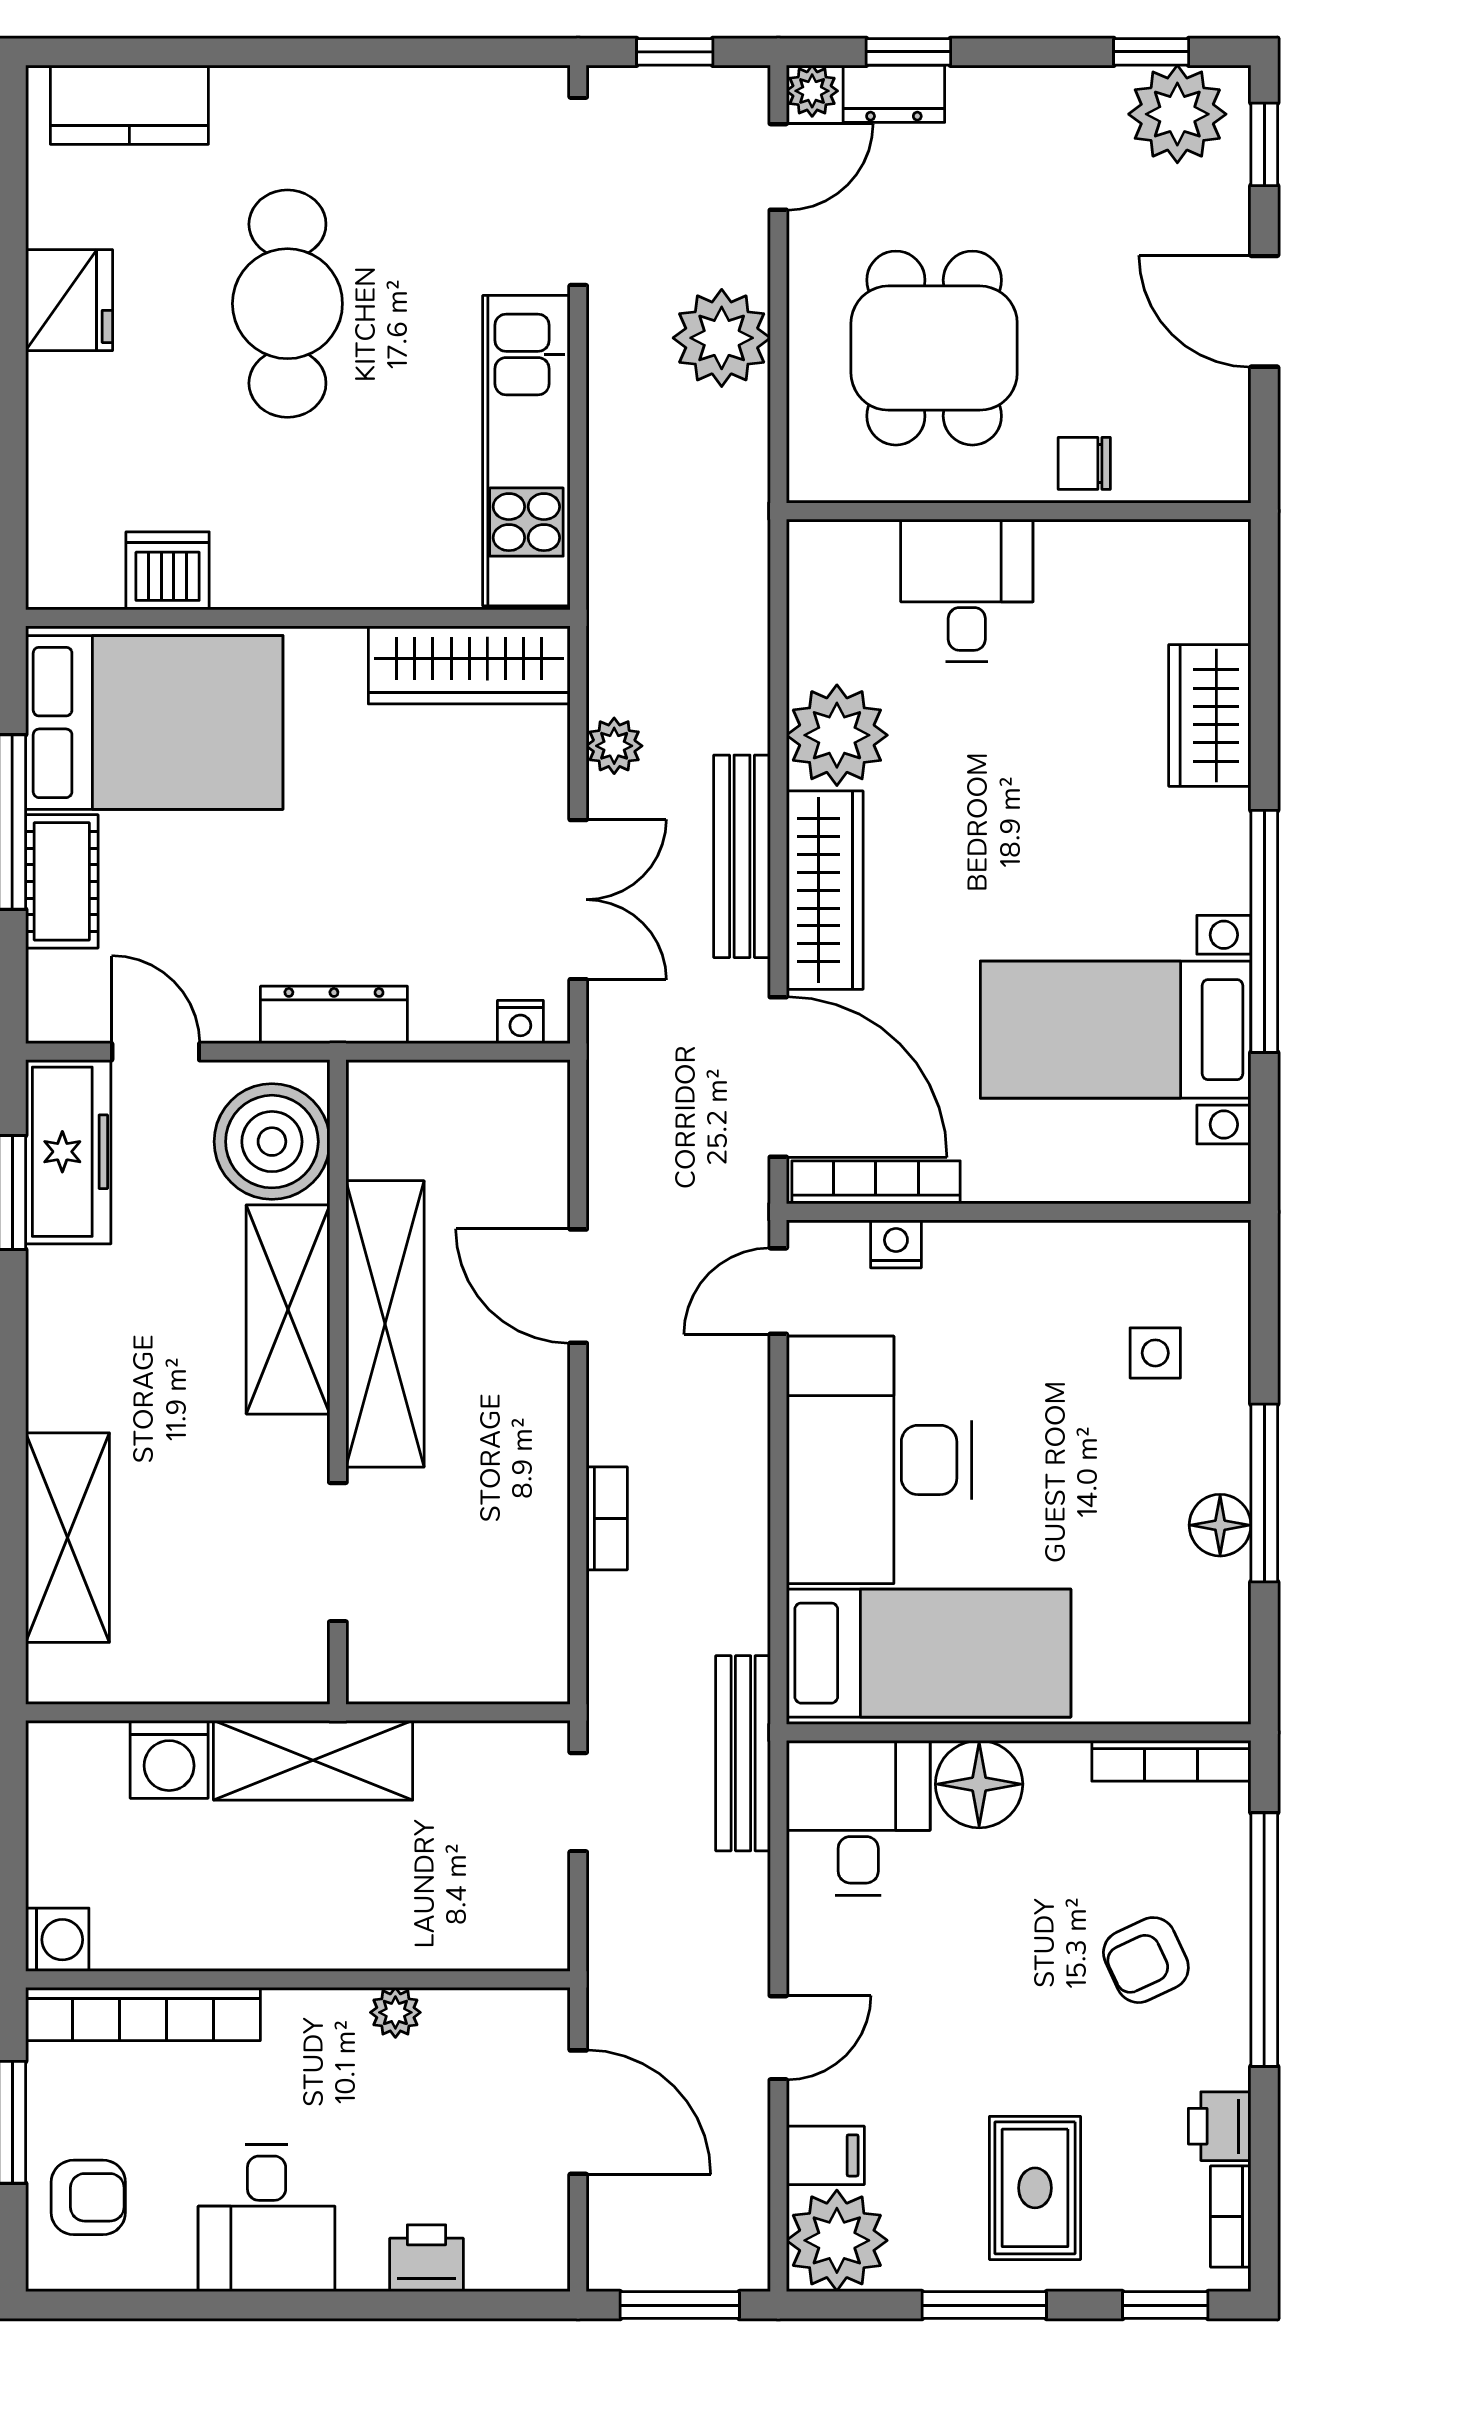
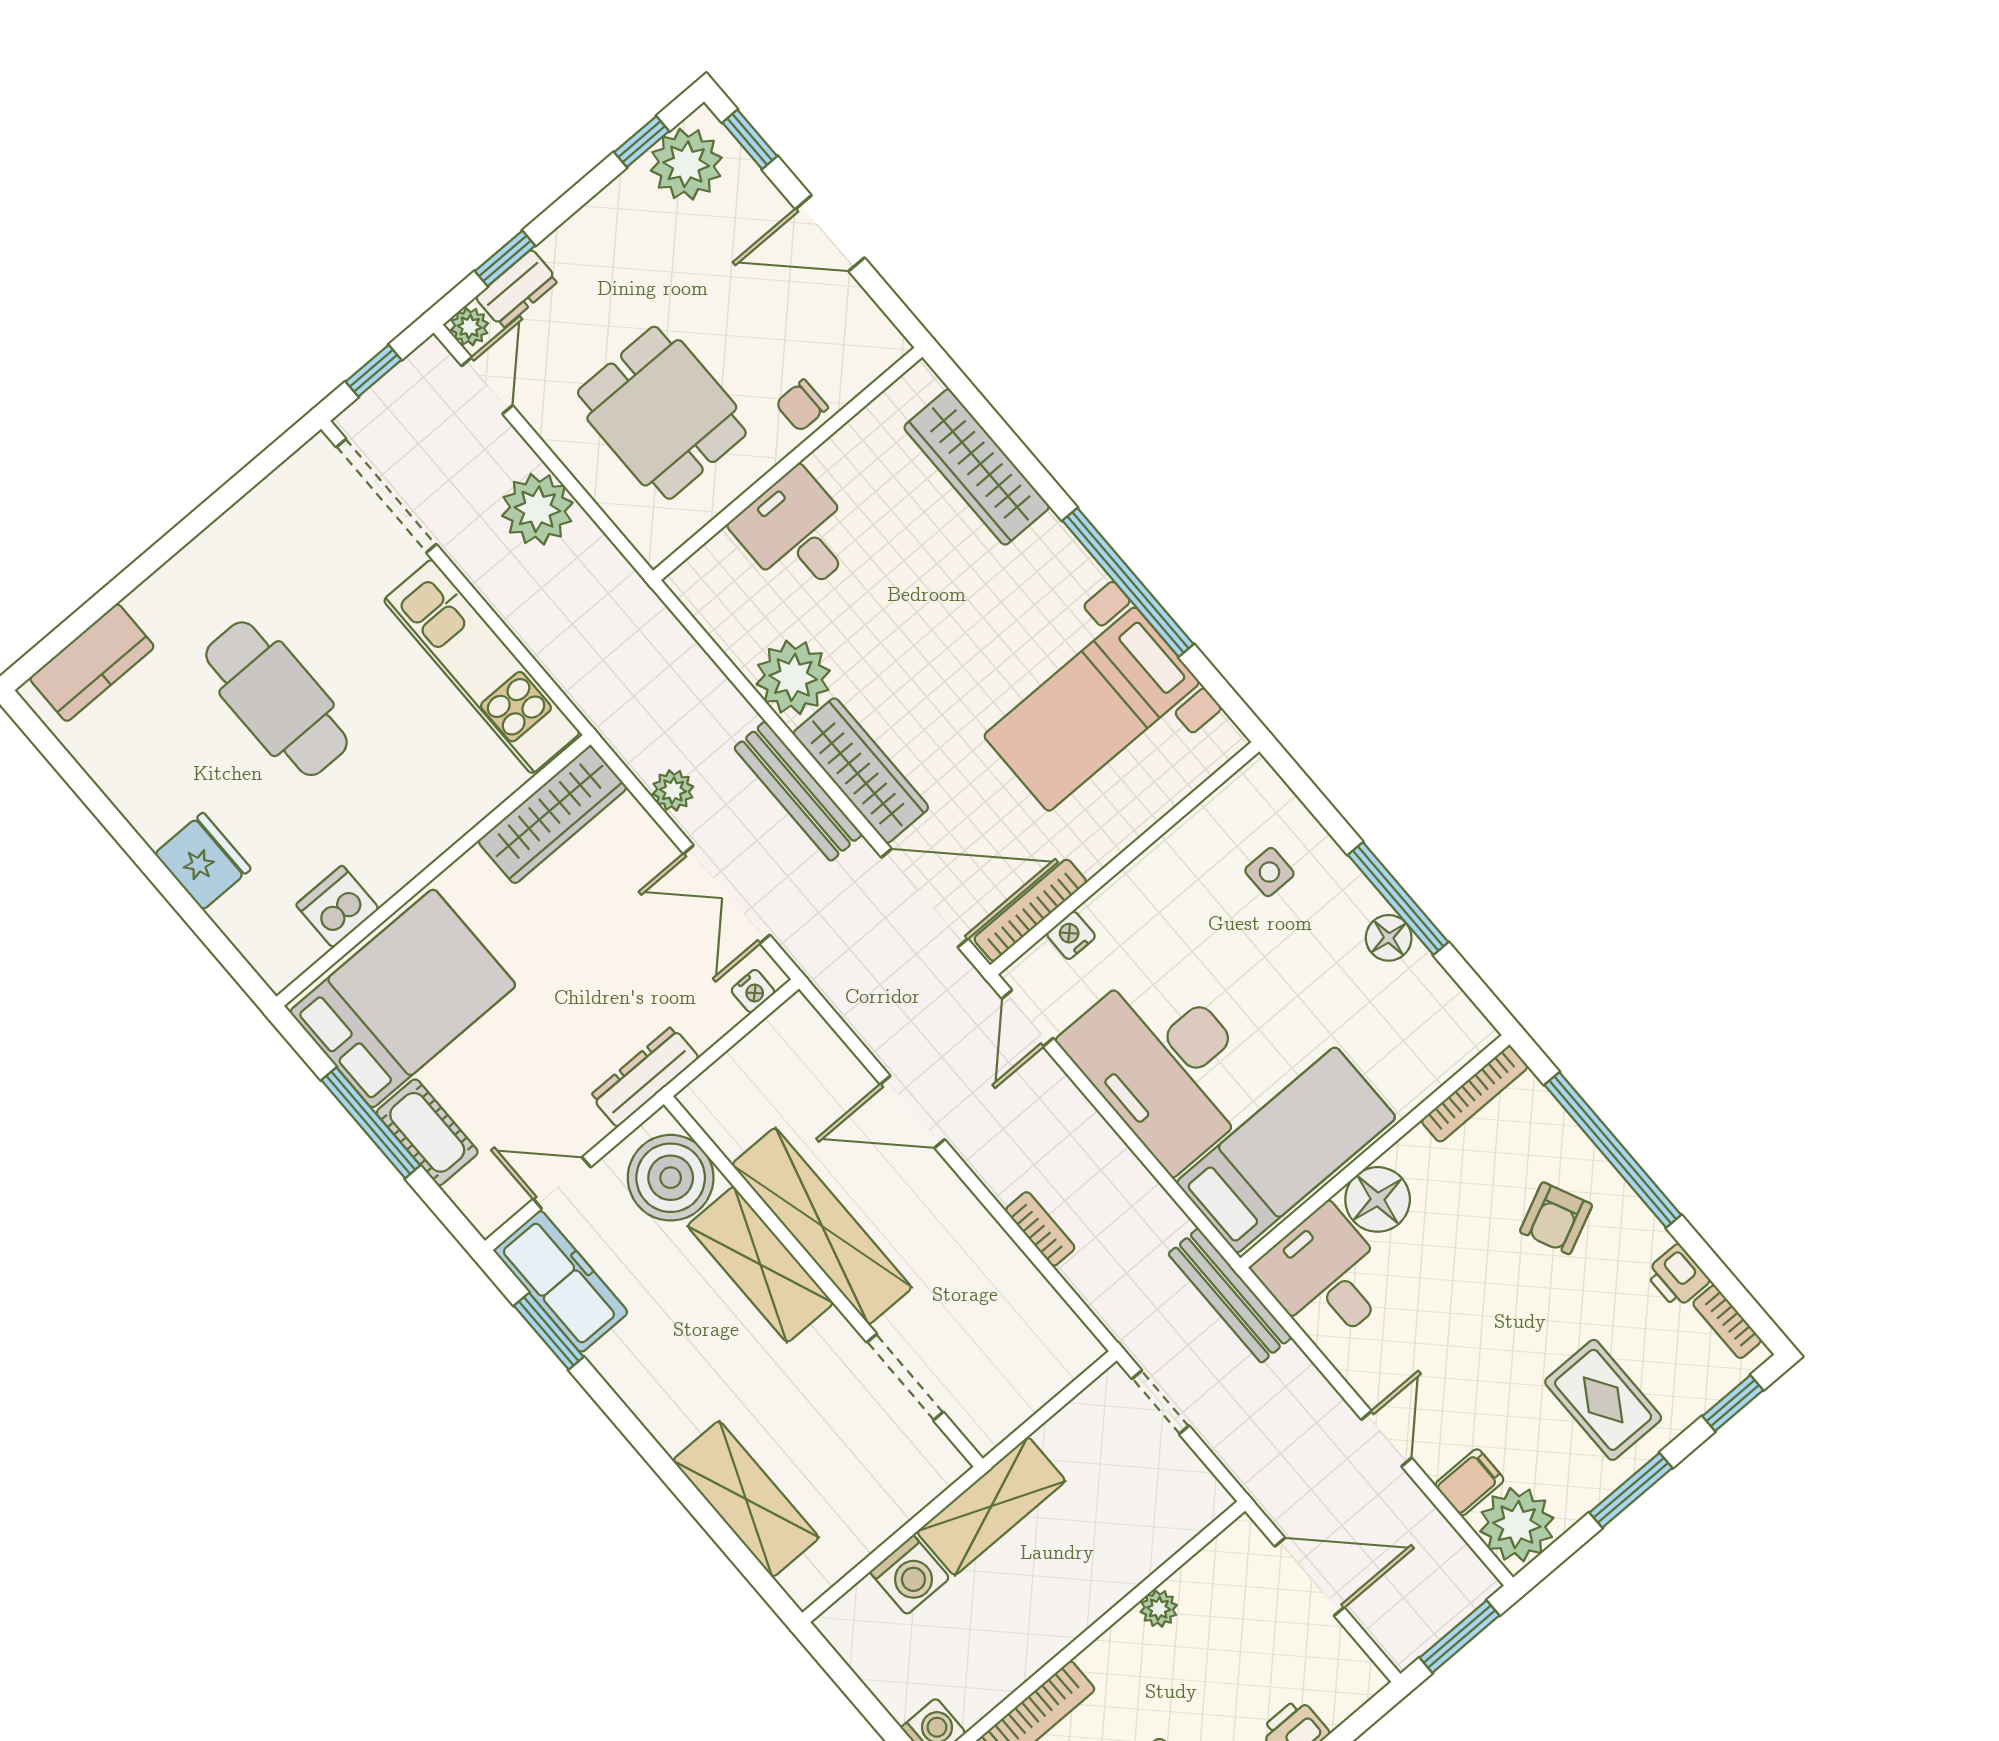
fridge: (69, 300) -> (203, 861), moved
wardrobe: (1210, 715) -> (977, 467), width x1.50
double door: (578, 900) -> (727, 894), swing flipped

